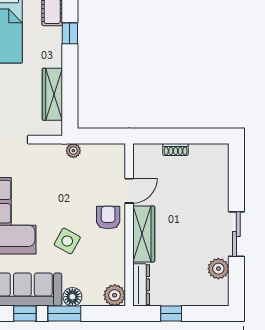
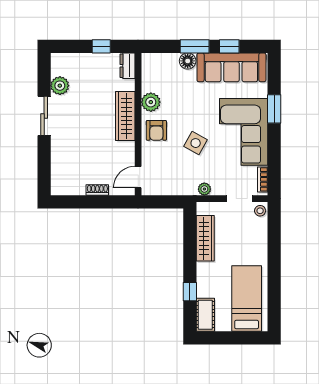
plant: (73, 151) -> (204, 189), moved
door: (129, 191) -> (138, 177), moved
side table: (67, 241) -> (196, 143), moved
dresser: (141, 285) -> (127, 66), width x0.70
plant: (115, 295) -> (151, 102), moved

